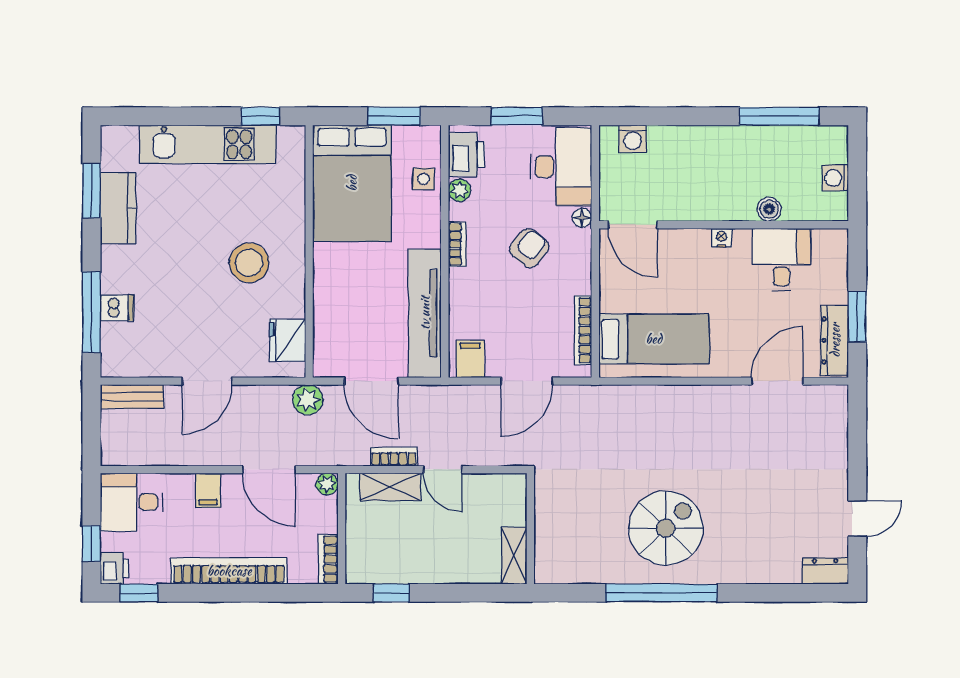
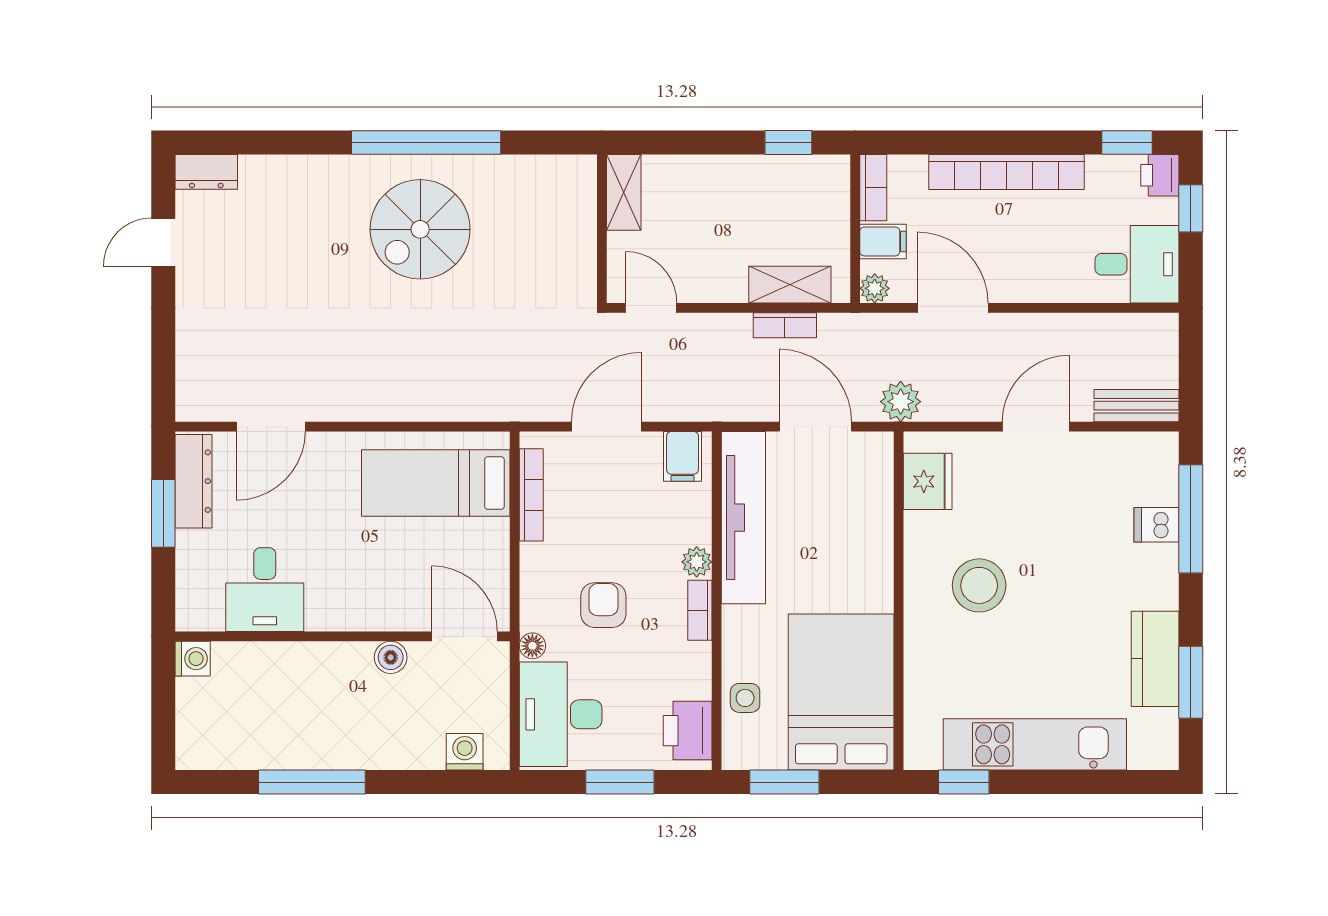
window: (779, 116) -> (312, 782), moved
washing machine: (835, 178) -> (193, 659), moved
plant: (460, 190) -> (697, 562), moved
boiler: (769, 209) -> (391, 657), moved
nightstand: (721, 238) -> (345, 619), removed
armchair: (529, 248) -> (603, 605), turned 142
door: (442, 470) -> (651, 308), moved
filing cabinet: (208, 490) -> (883, 241), moved, turned 90

